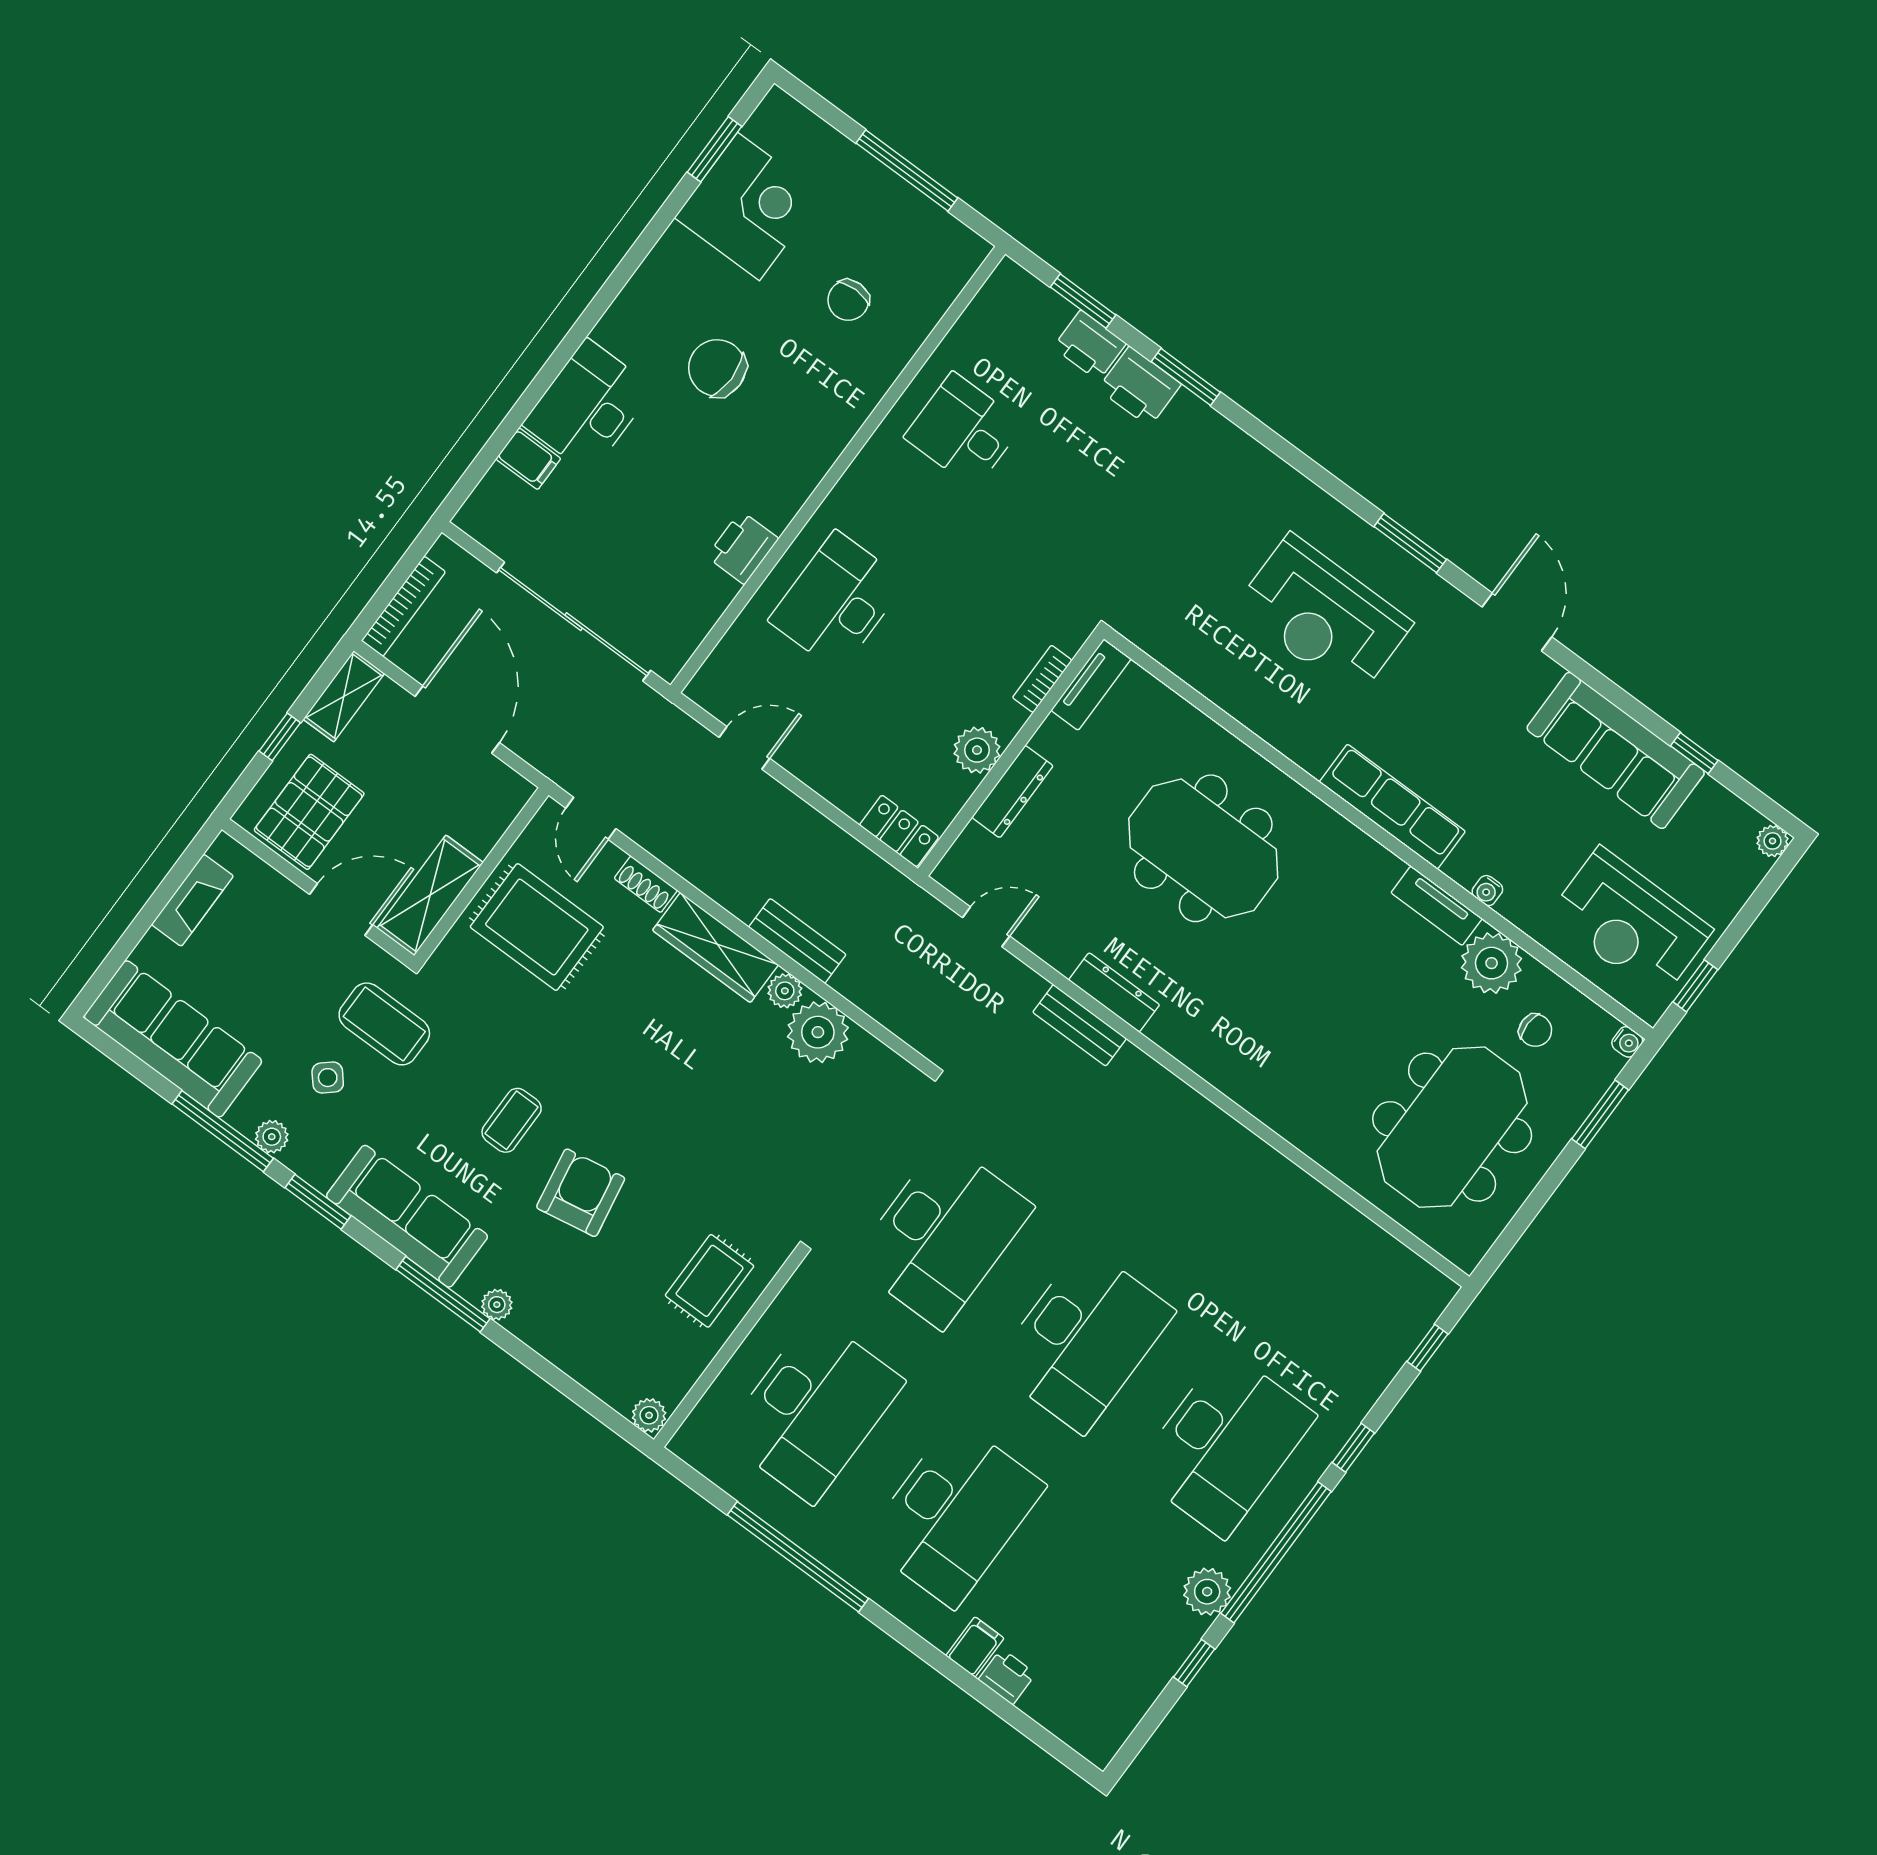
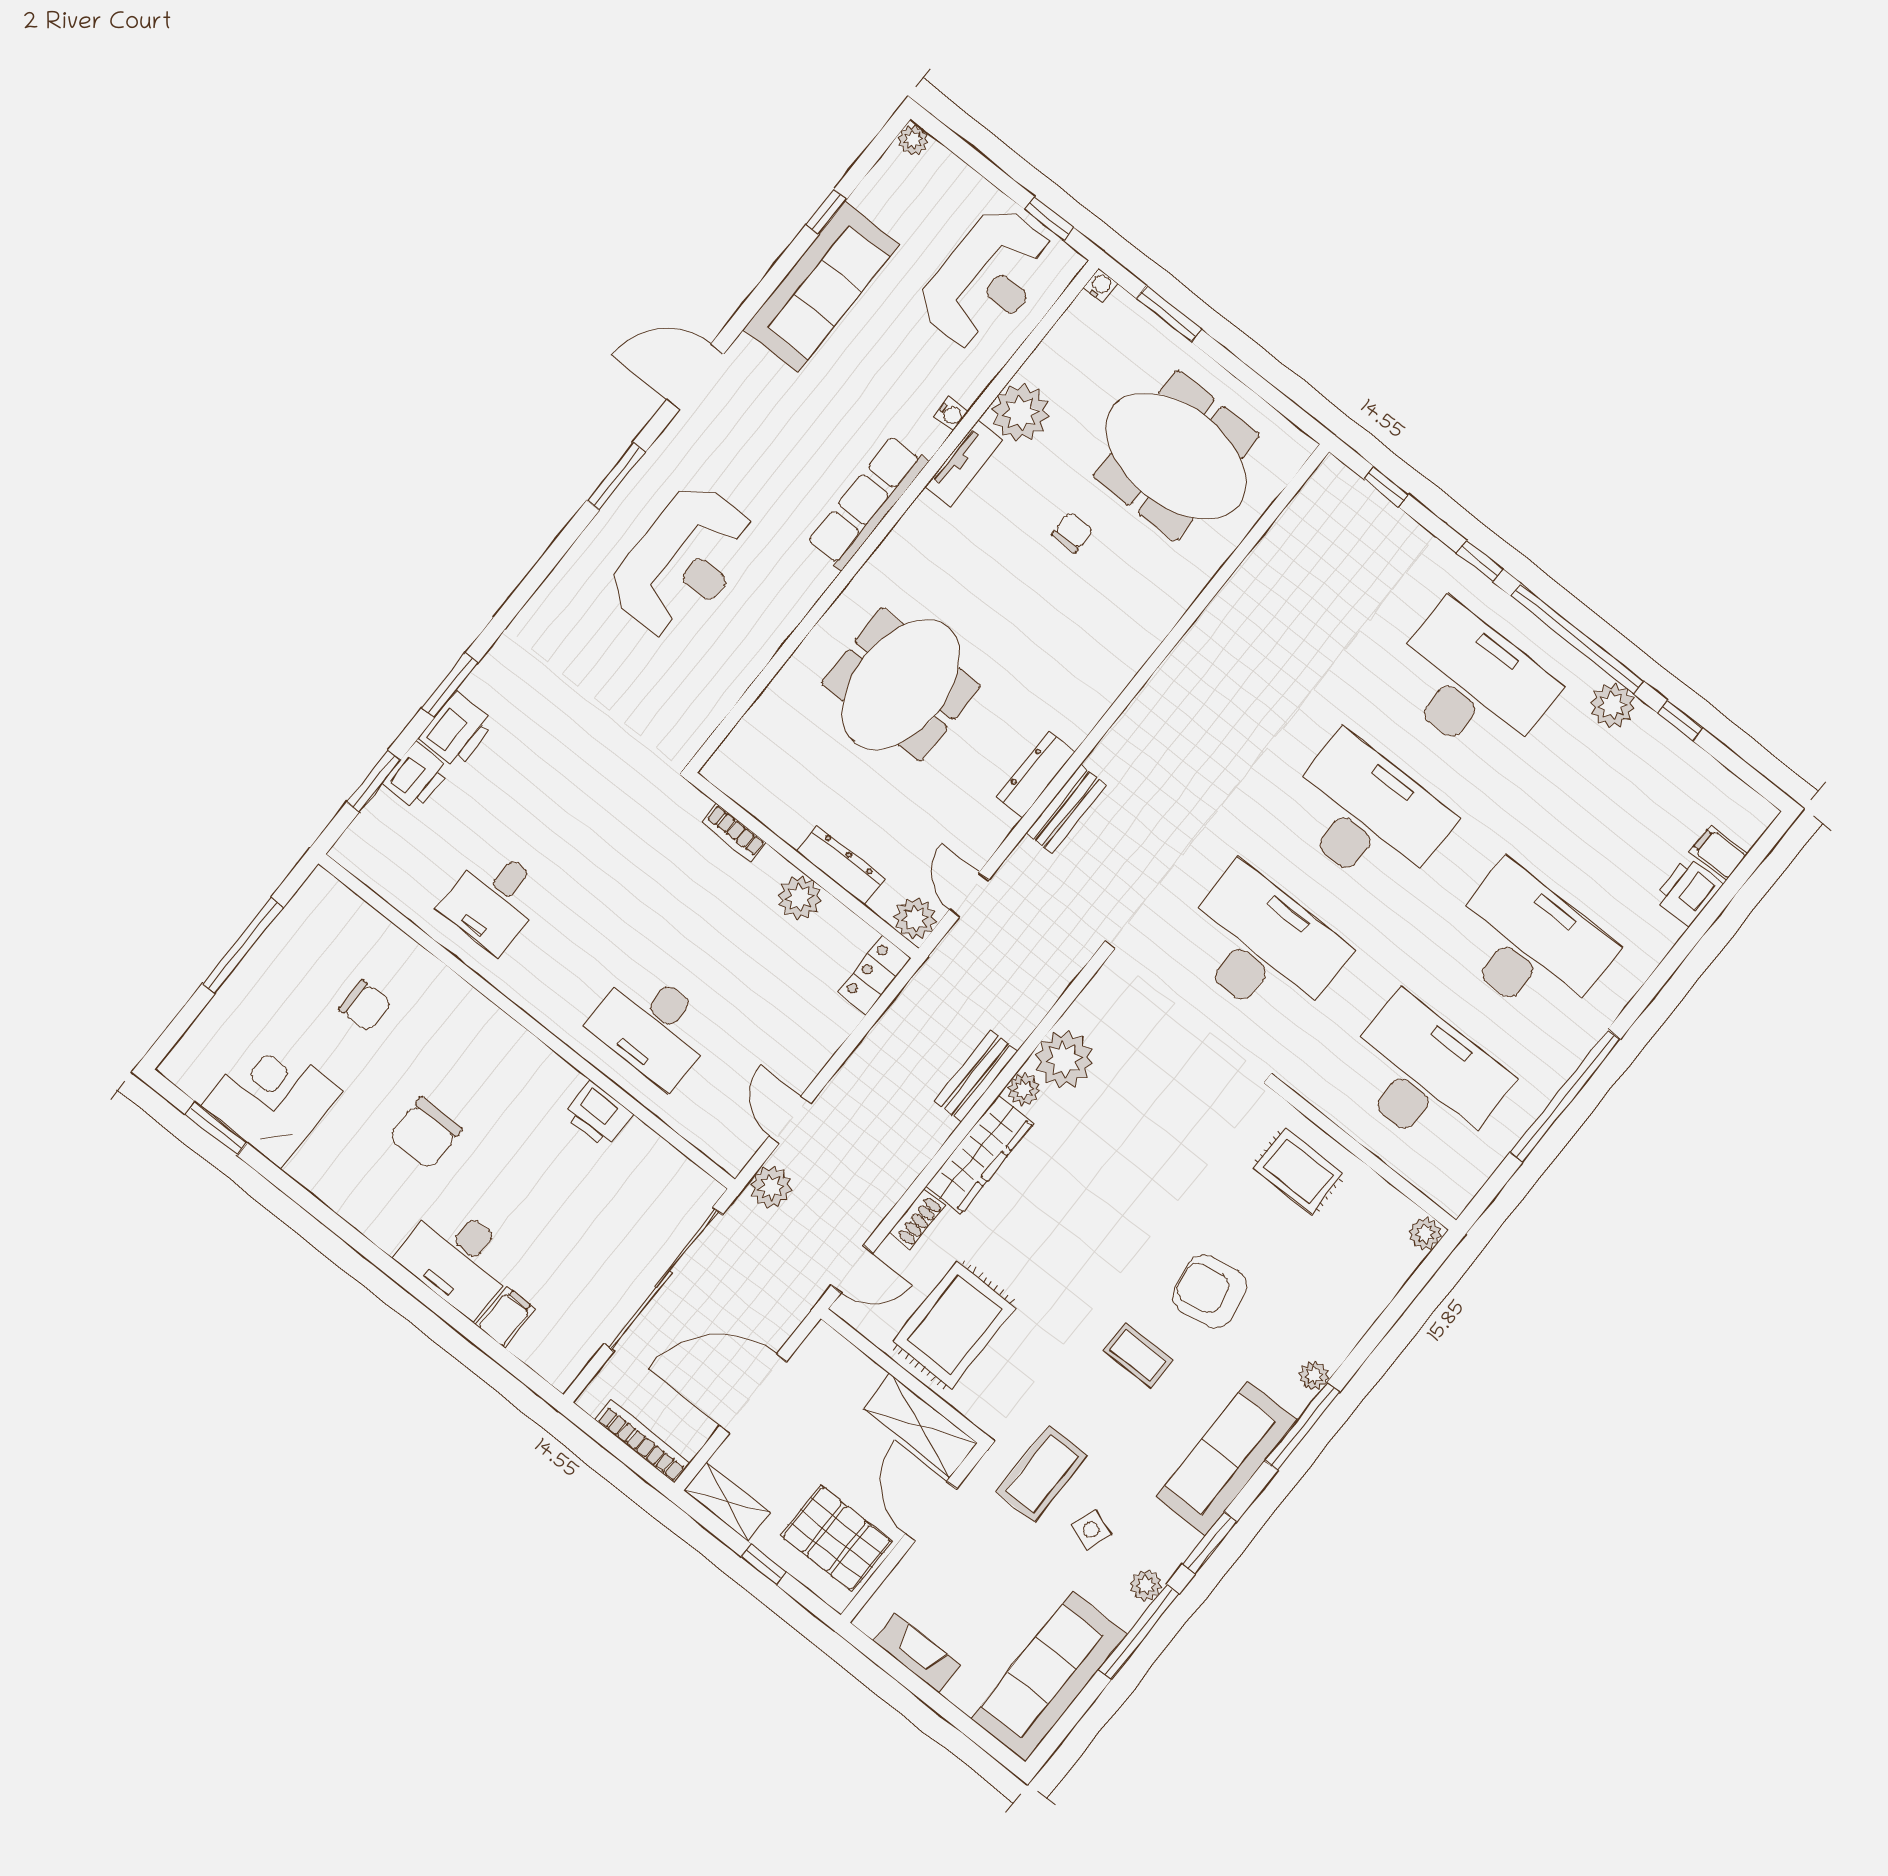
tv unit: (1091, 685) -> (741, 786), removed
plant: (674, 731) -> (771, 1187), added
plant: (959, 871) -> (915, 919), added
chair: (1535, 1030) -> (1072, 532), moved
side table: (328, 1078) -> (1091, 1530), turned -30
filing cabinet: (975, 1647) -> (1719, 853), moved
printer: (1007, 1677) -> (1688, 891), width x1.36, depth x1.24

